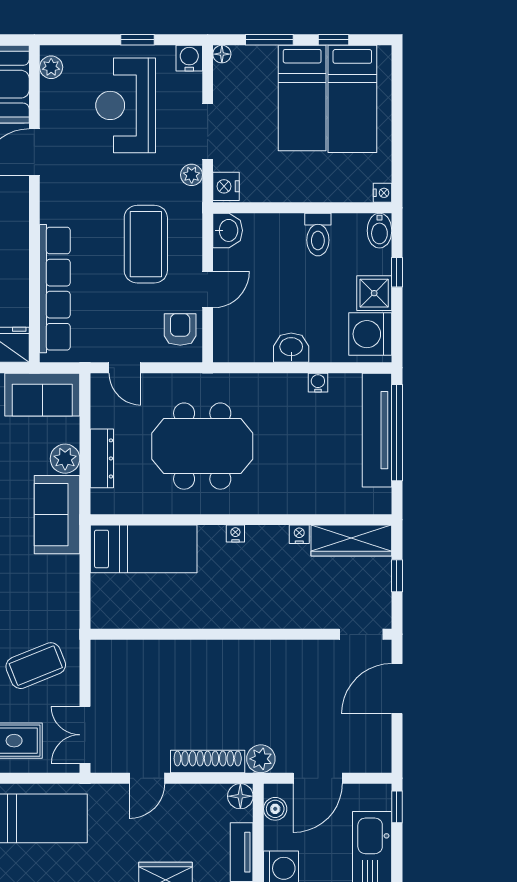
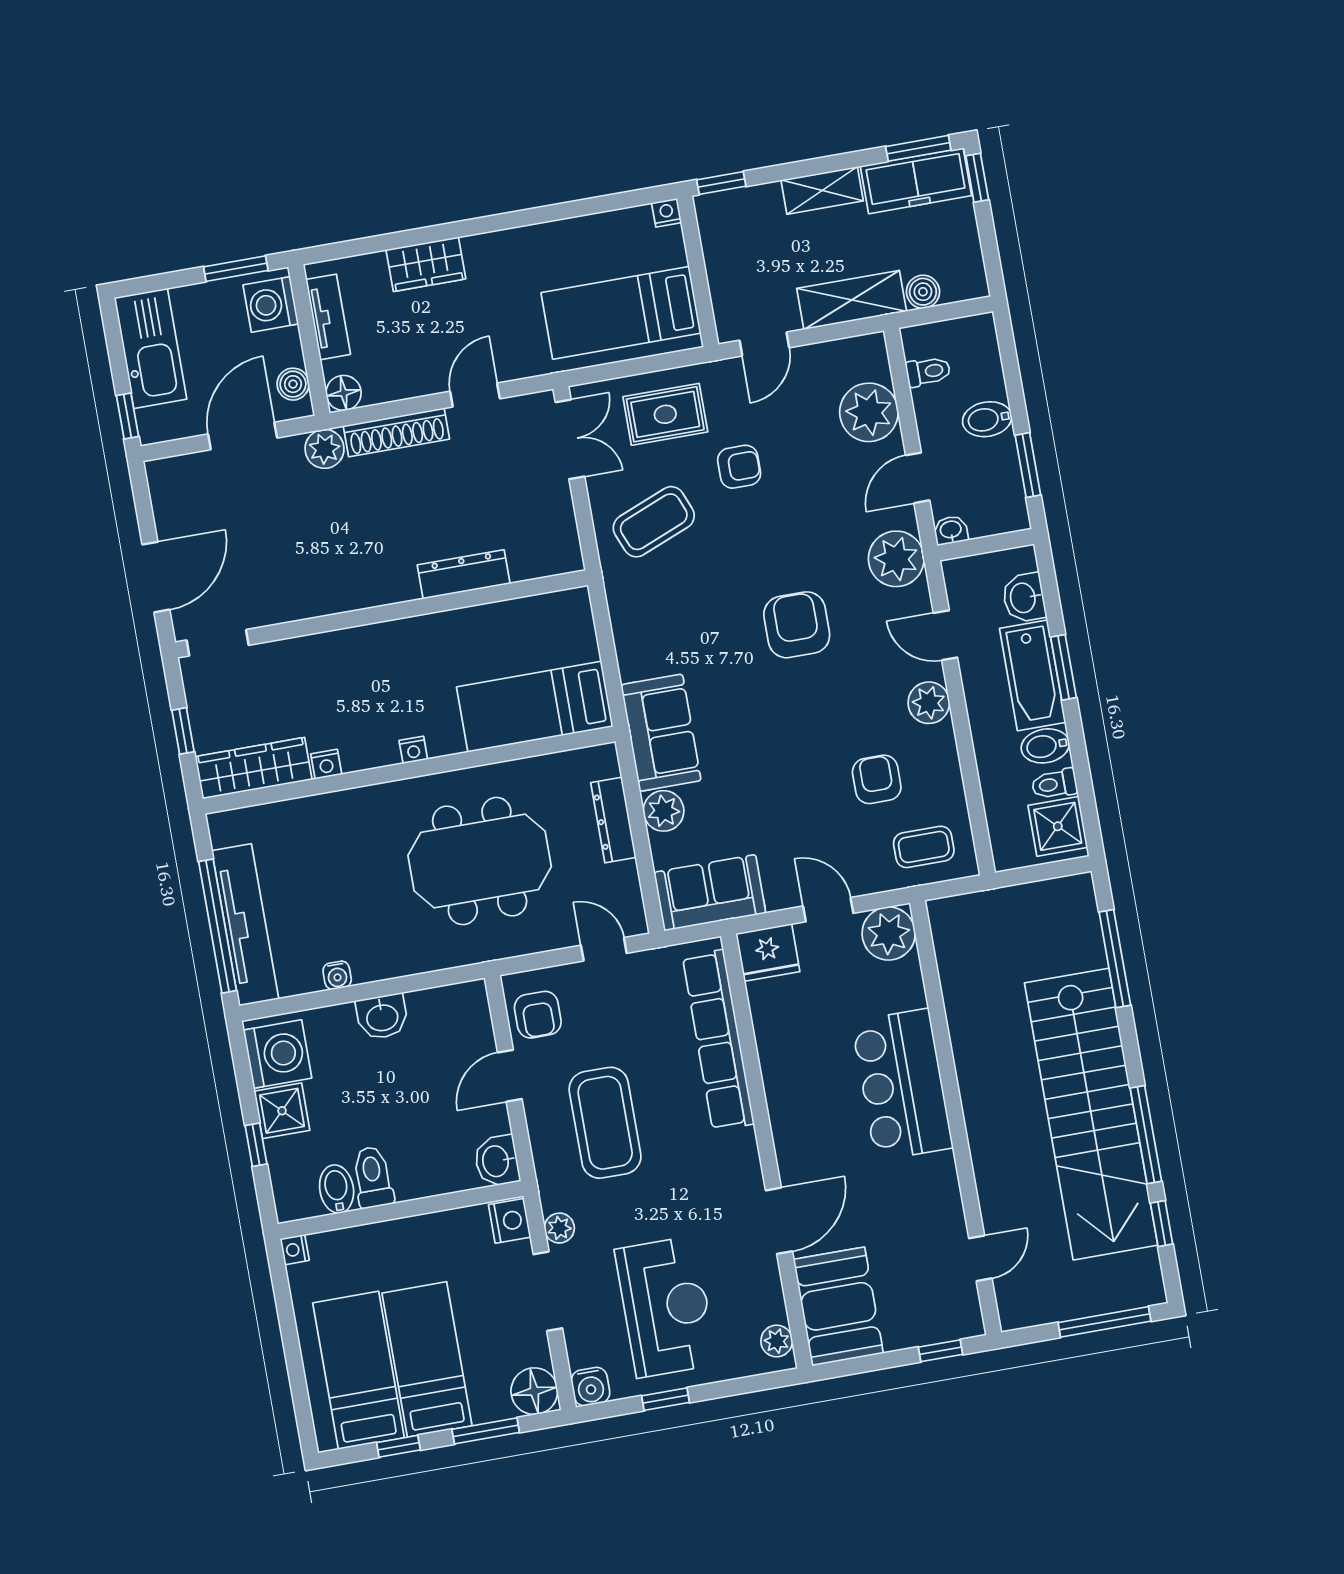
floor lamp: (222, 54) -> (534, 1391), width x1.89, depth x1.89
bidet: (379, 231) -> (337, 1189), moved
dresser: (178, 652) -> (464, 574), added

